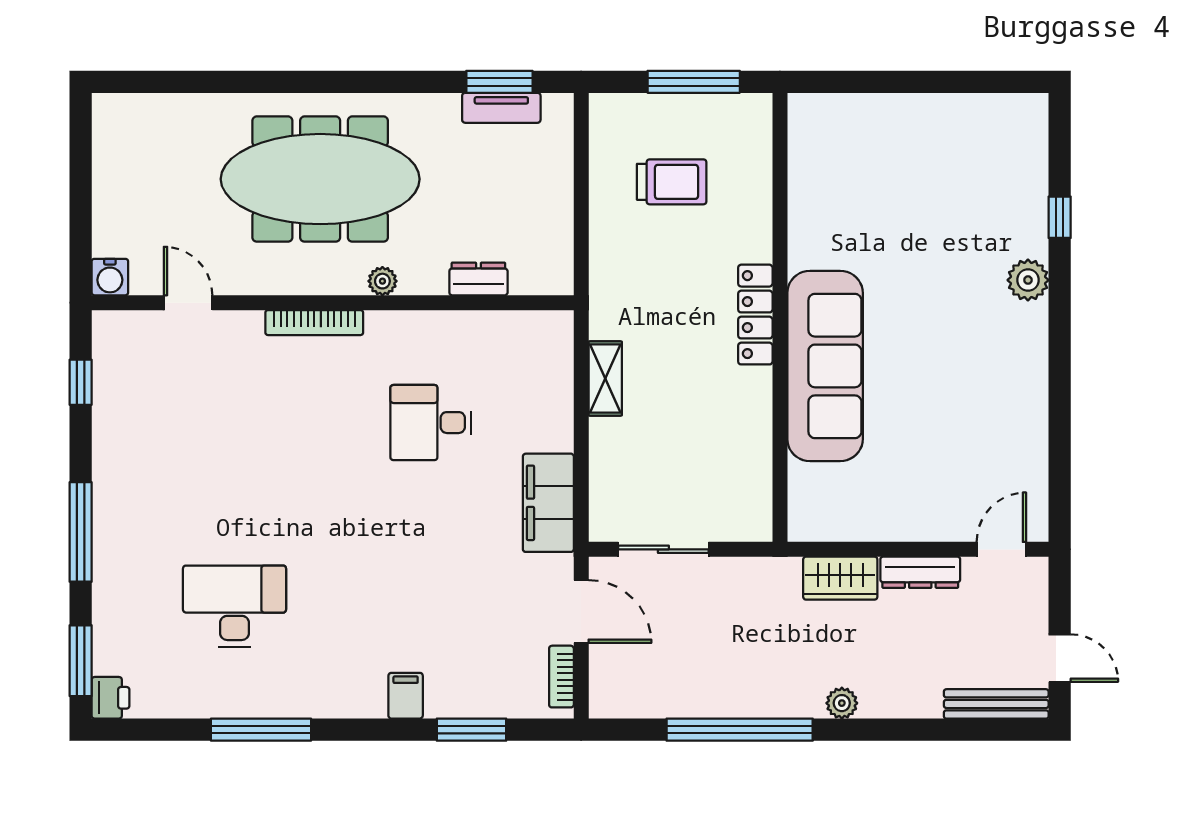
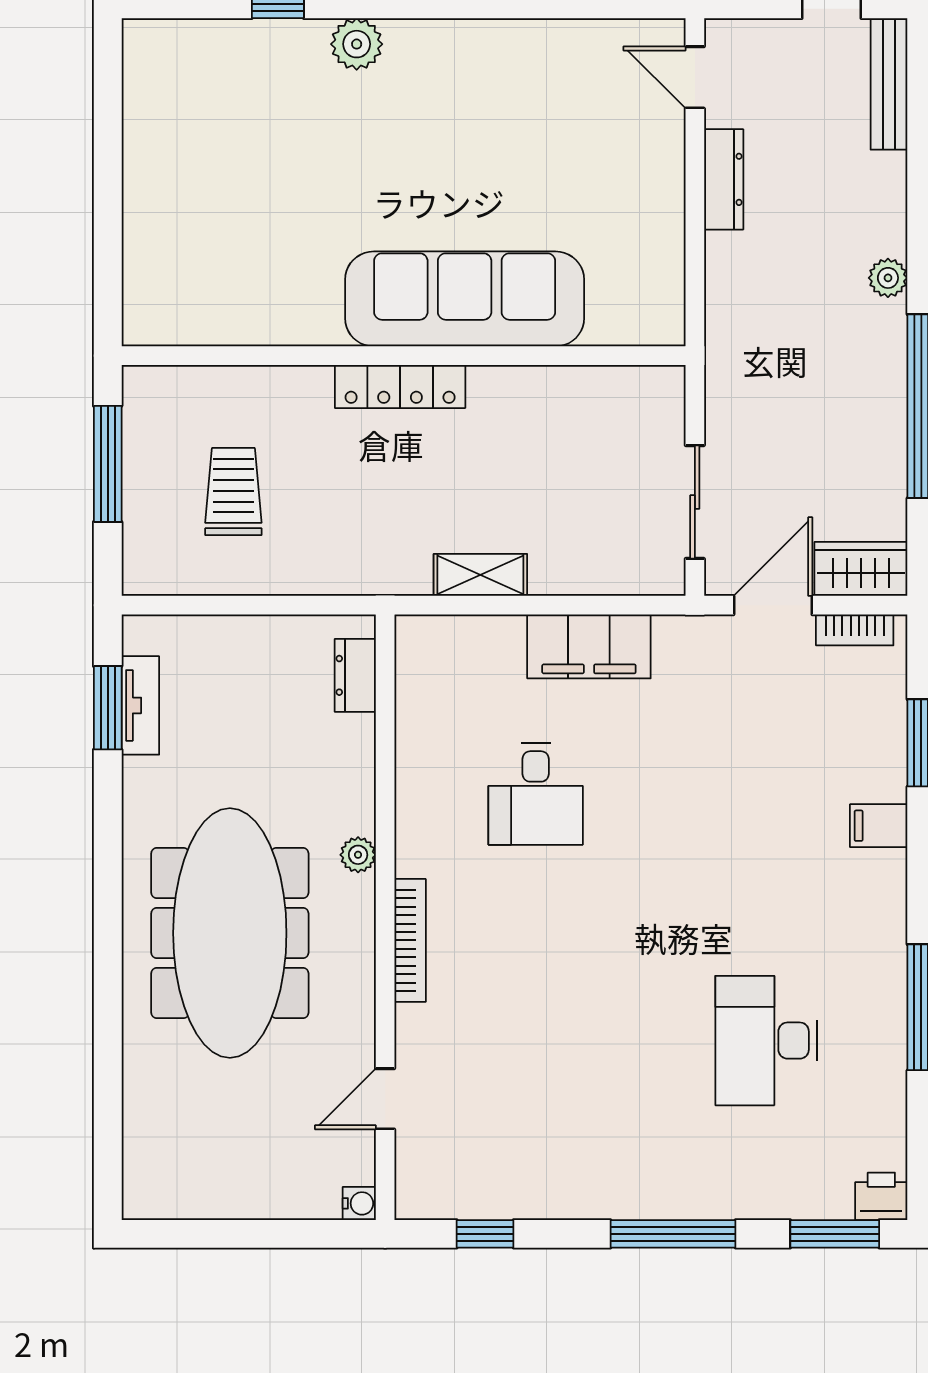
water cooler: (110, 277) -> (359, 1203), width x0.72, depth x0.72
dresser: (478, 279) -> (355, 675), moved
filing cabinet: (548, 503) -> (589, 646), moved
wardrobe: (840, 578) -> (861, 569), moved, turned -90

